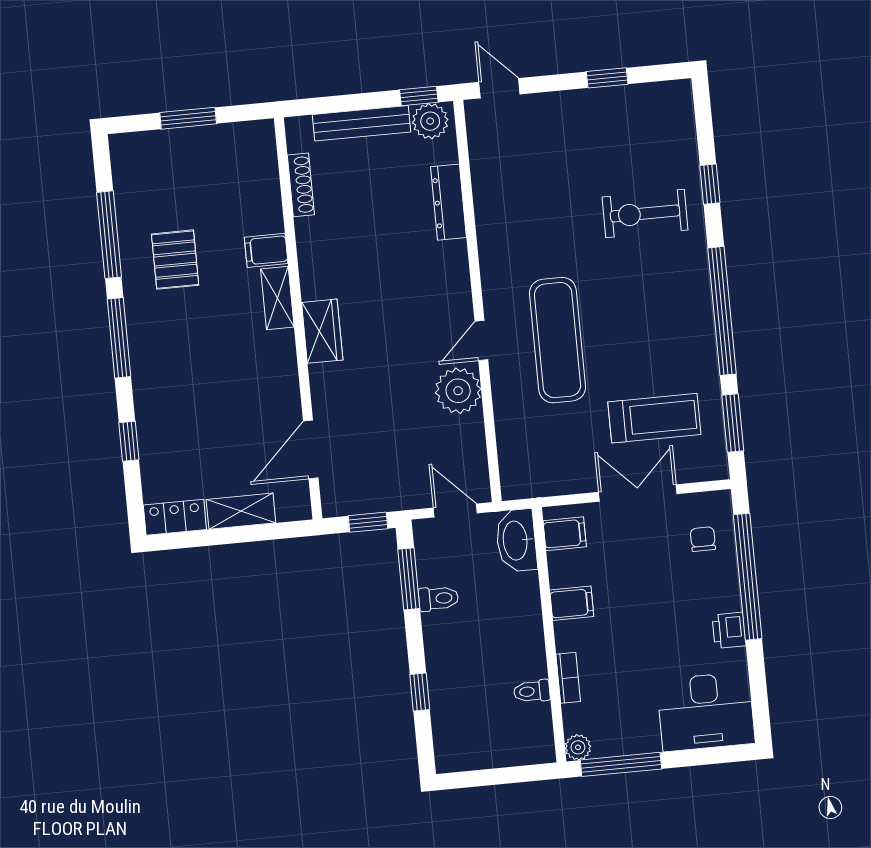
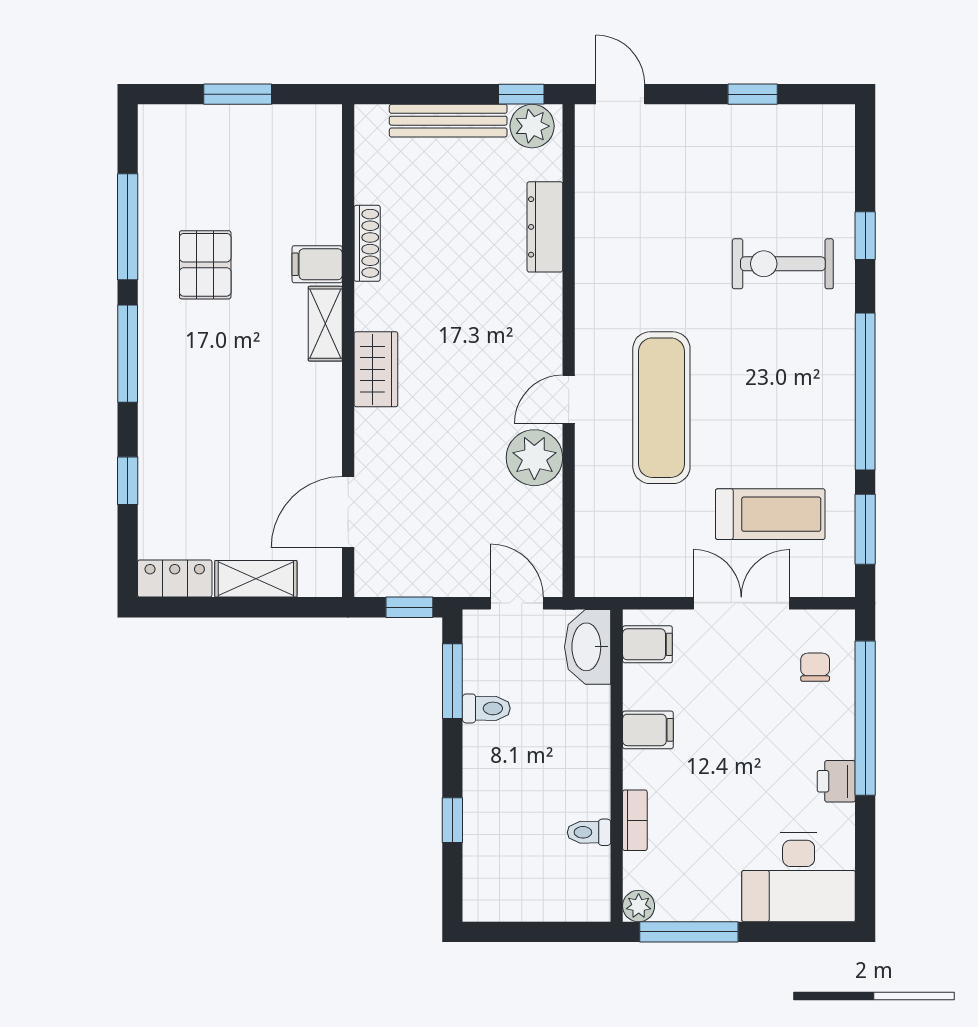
shoe rack: (301, 185) -> (367, 243), moved

